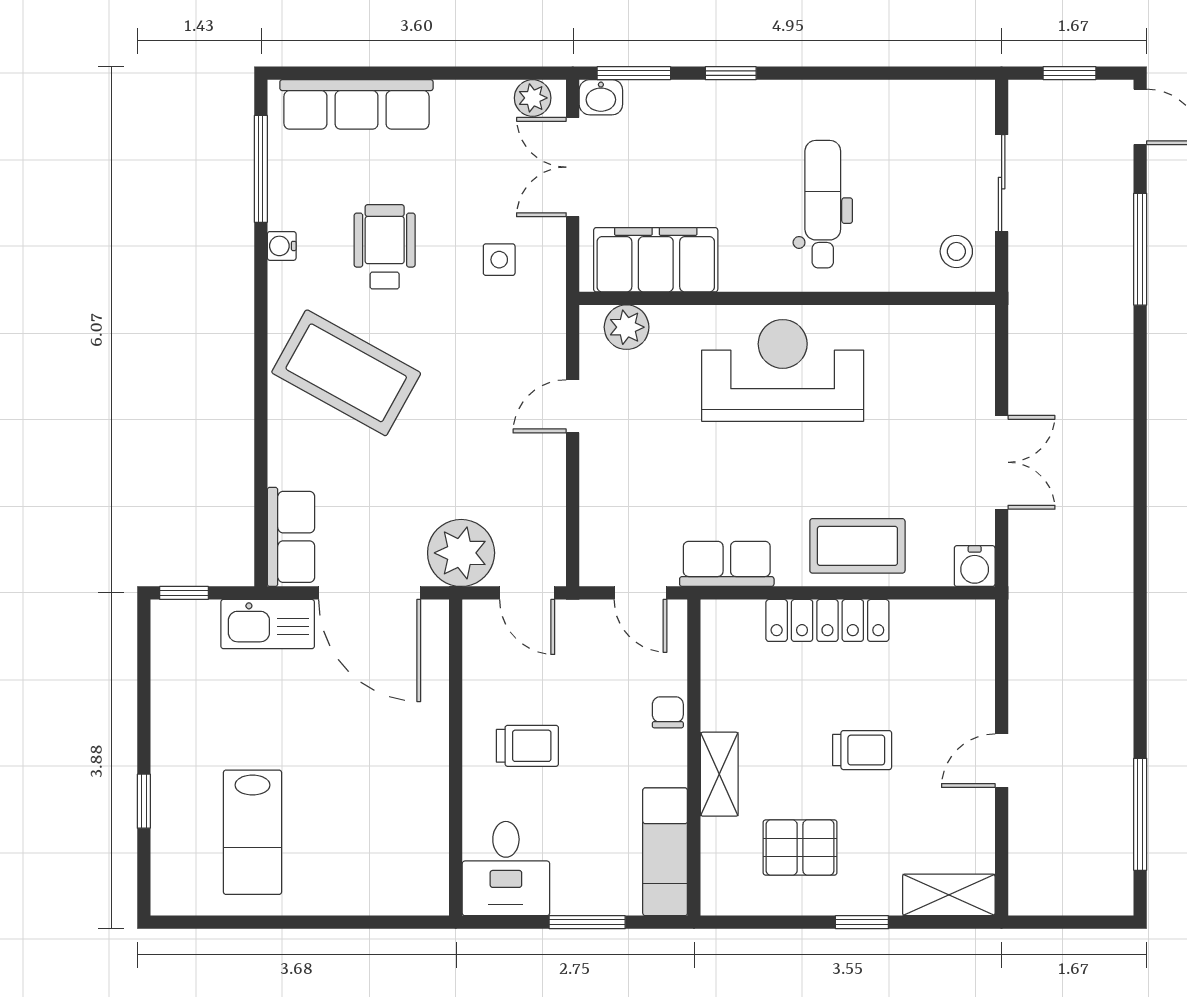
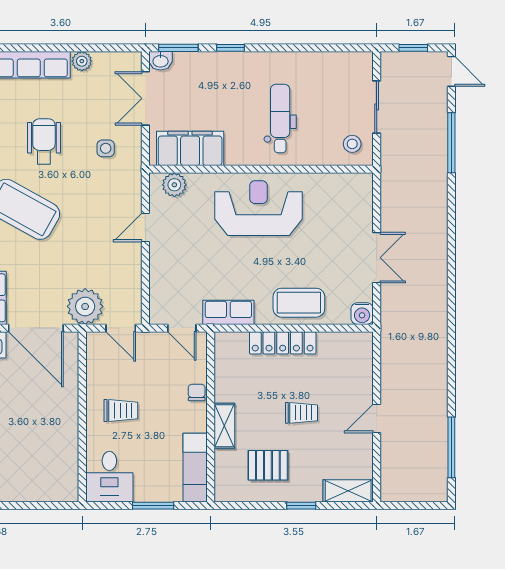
plant: (533, 98) -> (82, 61), moved

